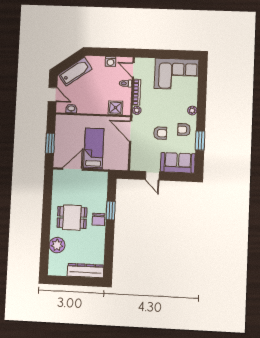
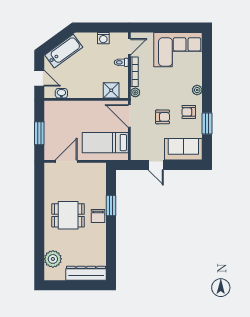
door: (133, 70) -> (129, 47), swing flipped
bed: (94, 149) -> (105, 143), moved, turned -90
plant: (57, 245) -> (53, 259), moved

